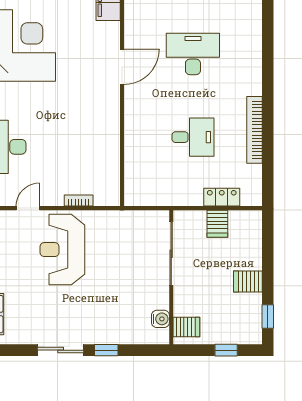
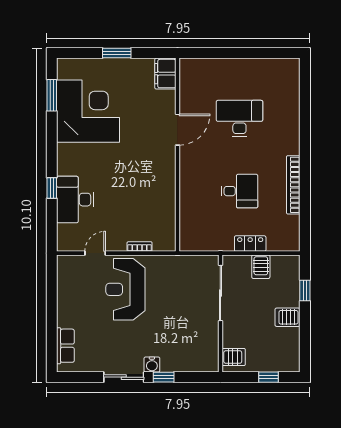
locker: (222, 197) -> (250, 244), moved
window: (268, 317) -> (305, 291), moved
water cooler: (160, 319) -> (152, 365), moved, turned 90

